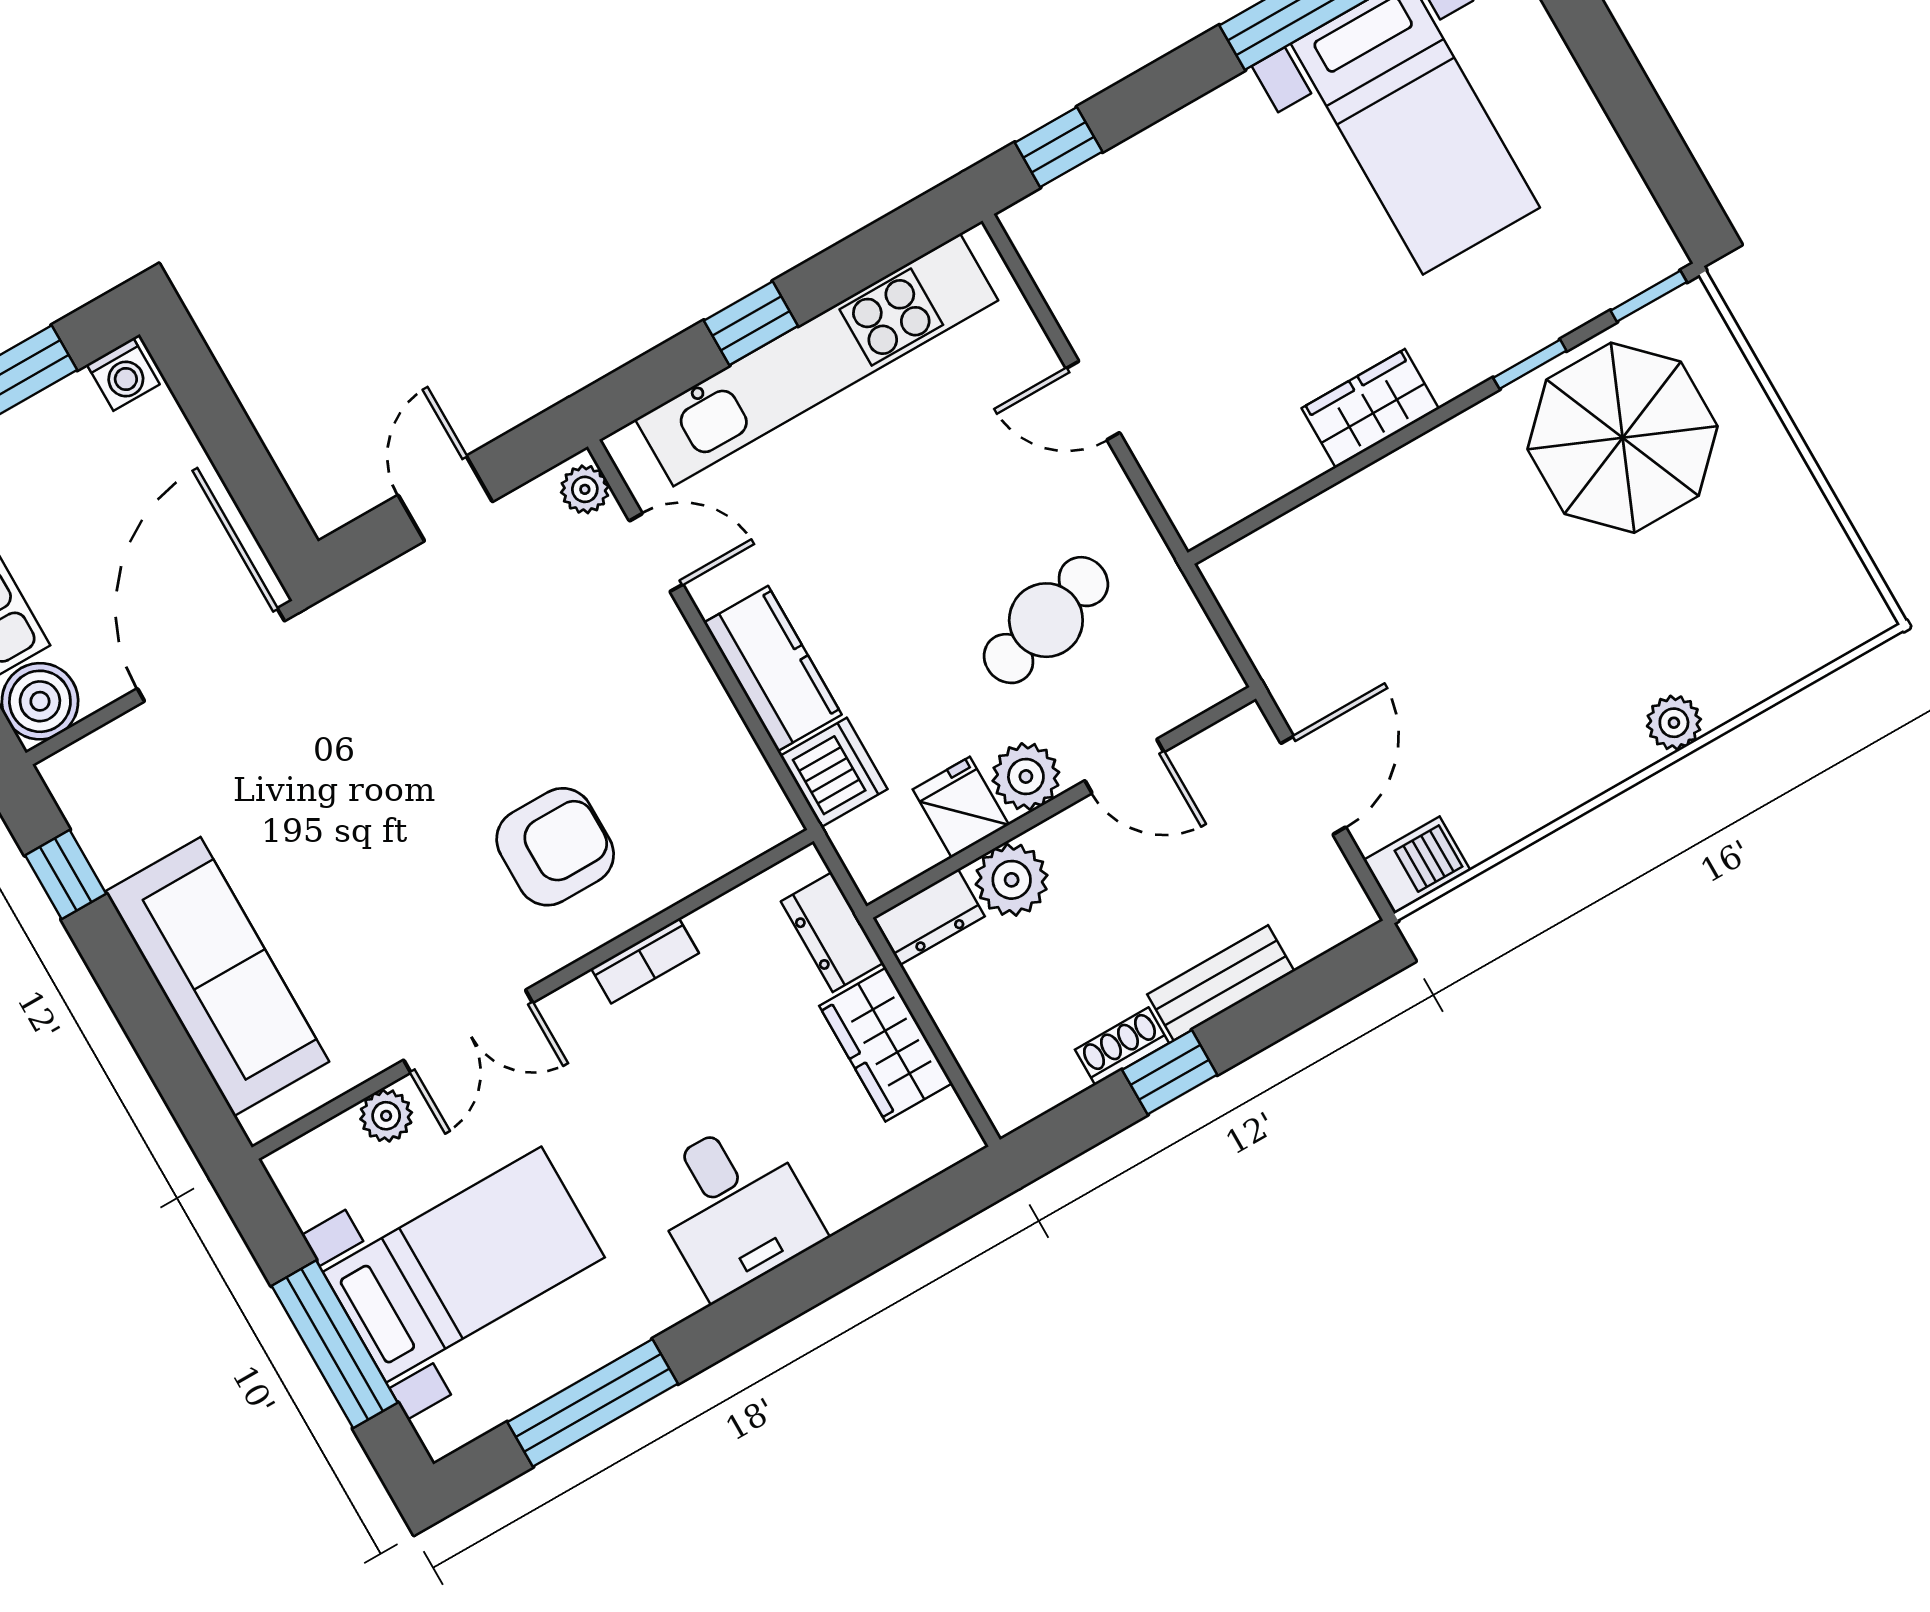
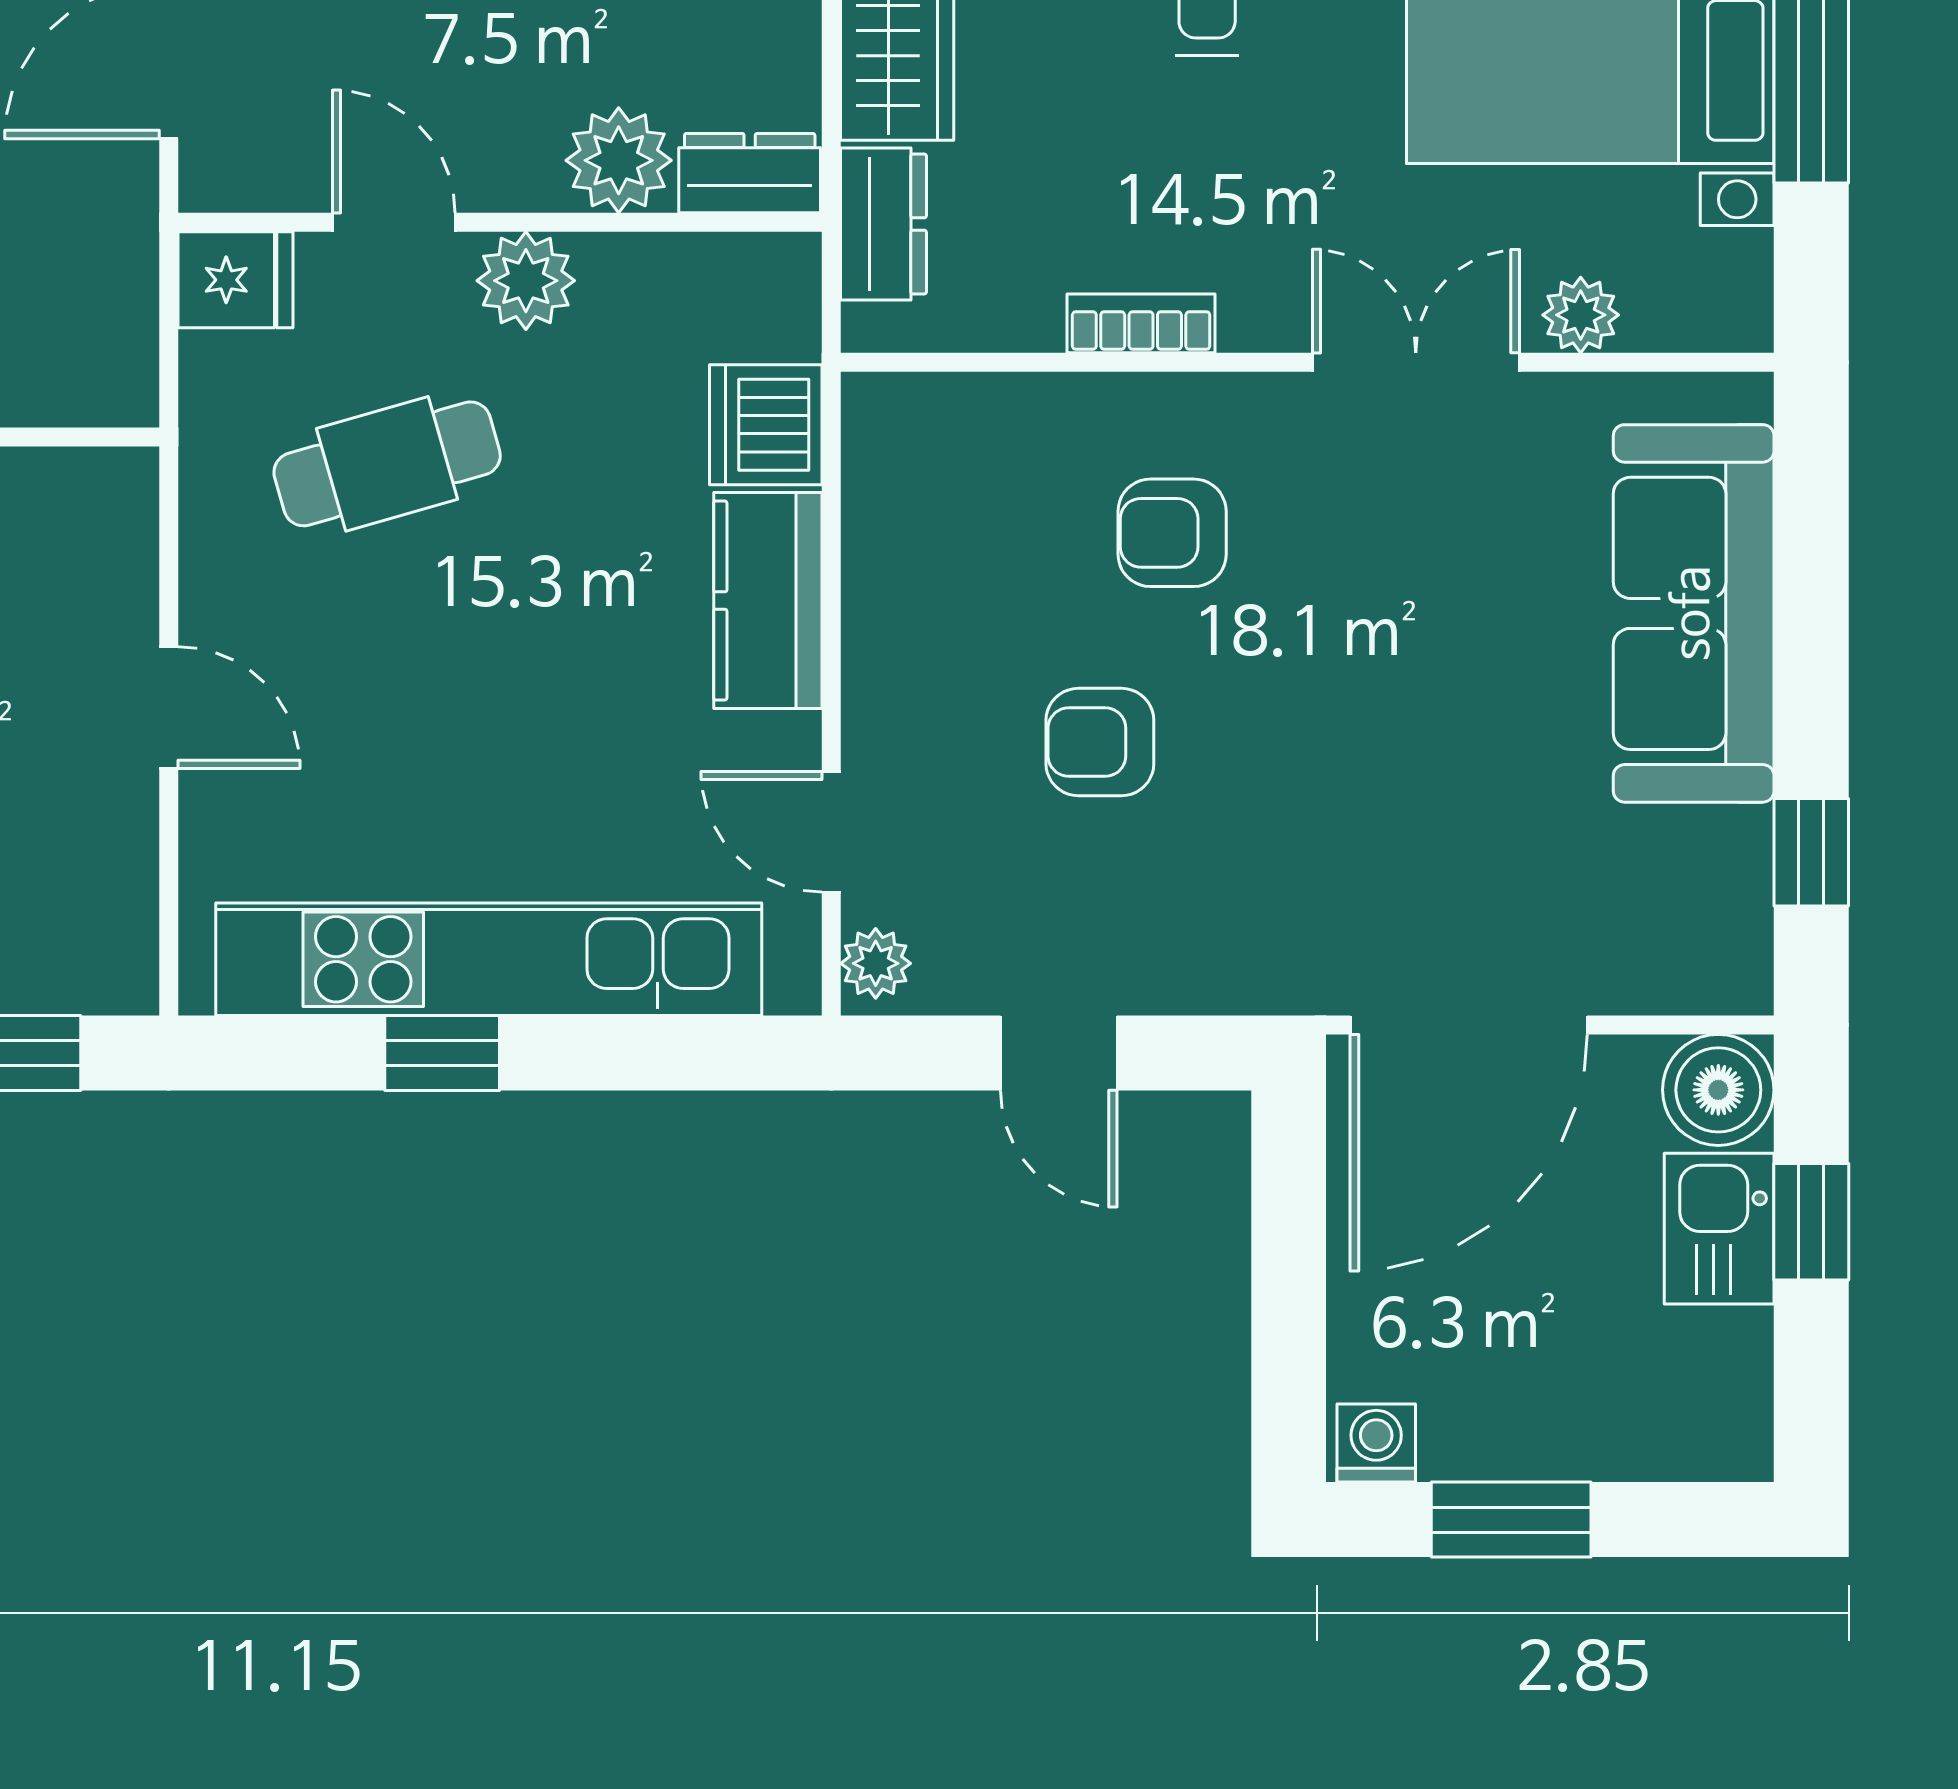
window: (751, 323) -> (442, 1053), moved
door: (445, 498) -> (1059, 1053), hinge flipped
armchair: (527, 698) -> (1100, 742), added
fridge: (961, 807) -> (235, 280), moved, turned -90
armchair: (555, 847) -> (1172, 533), width x0.72, depth x0.72

